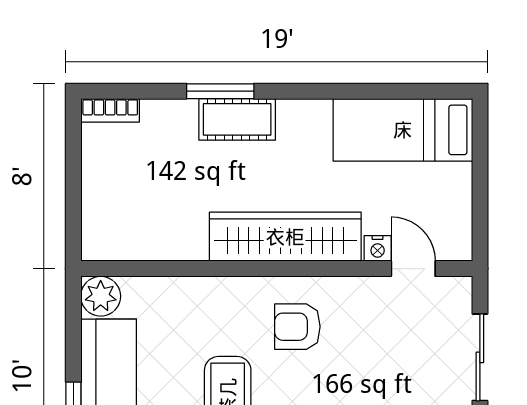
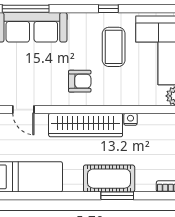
cot: (237, 119) -> (109, 179), width x1.37, depth x1.34
nightstand: (378, 248) -> (130, 119), moved

